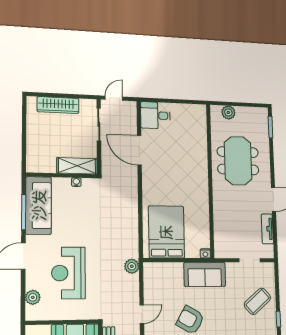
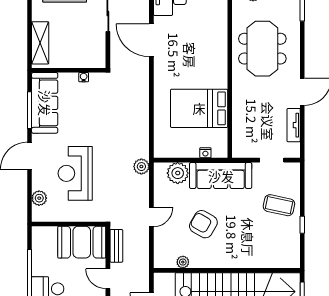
shelving: (77, 166) -> (40, 43), moved, turned 90
bed: (166, 232) -> (199, 108), moved, turned -90
nightstand: (205, 253) -> (205, 153), moved
plant: (166, 272) -> (178, 173), added
sofa: (205, 274) -> (221, 176), width x1.36
coffee table: (257, 301) -> (279, 205), turned 53

